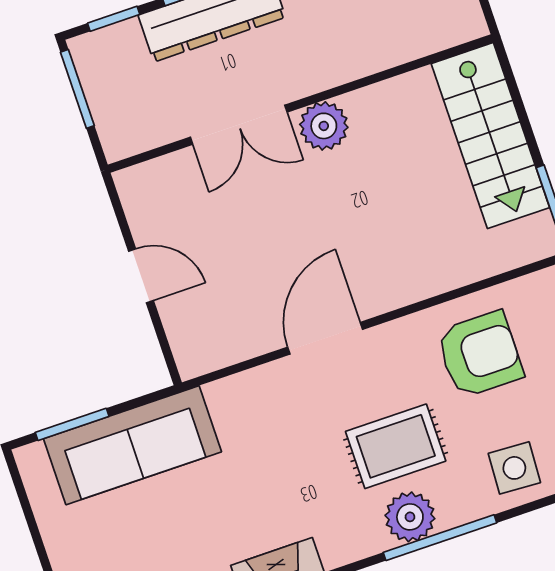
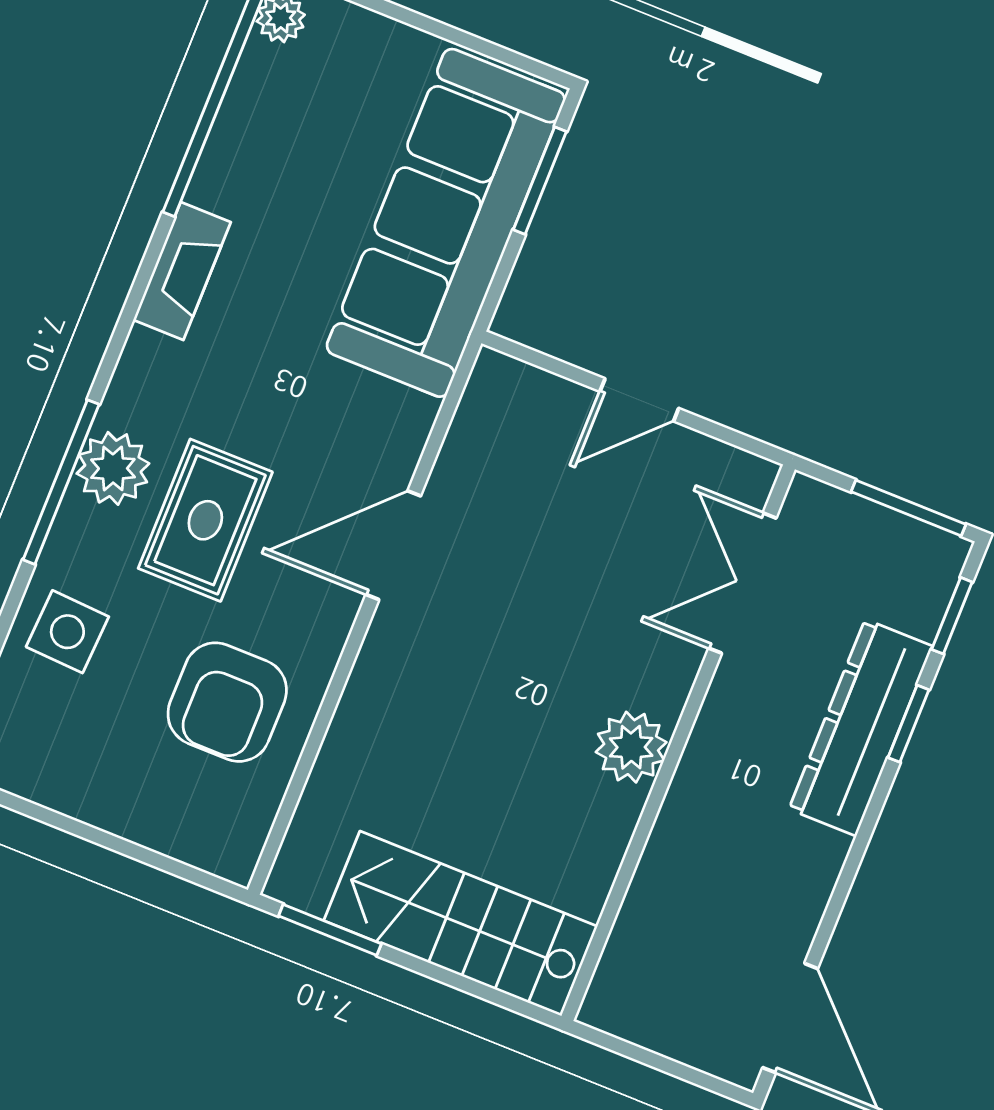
double door: (239, 125) -> (742, 583), moved
door: (325, 338) -> (393, 545), swing flipped
sofa: (132, 445) -> (446, 223), width x1.36, depth x1.27

